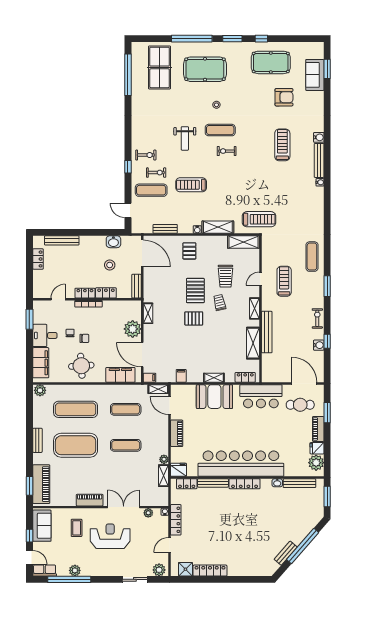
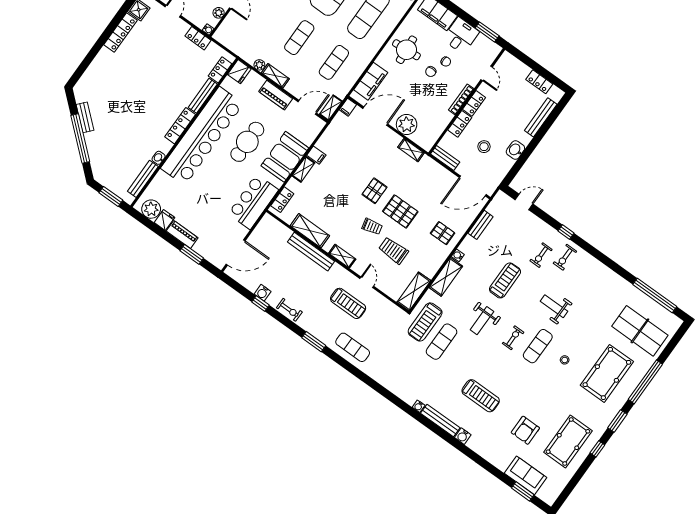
weight bench: (230, 181) -> (482, 321), added
exercise mat: (151, 190) -> (442, 342), moved
washbasin: (113, 242) -> (515, 150), moved
filing cabinet: (181, 376) -> (316, 155), moved
cafe table: (300, 405) -> (247, 142), moved, width x1.37, depth x1.35
shelving: (164, 476) -> (275, 76), moved
locker: (176, 520) -> (198, 38), width x0.66

